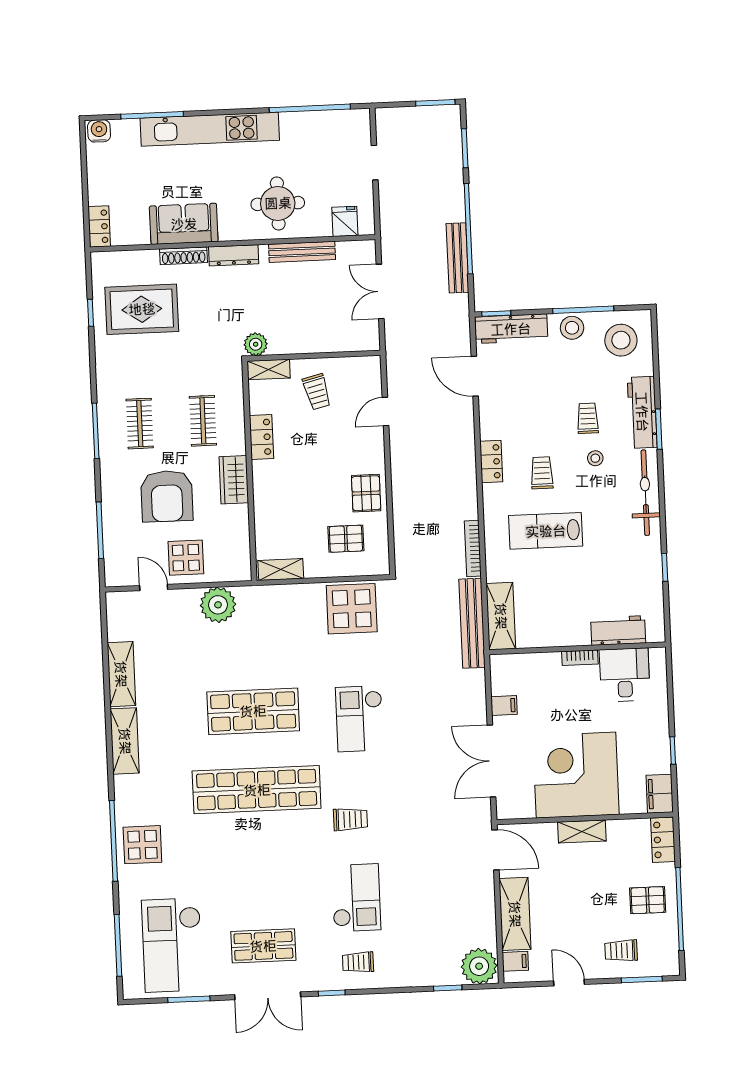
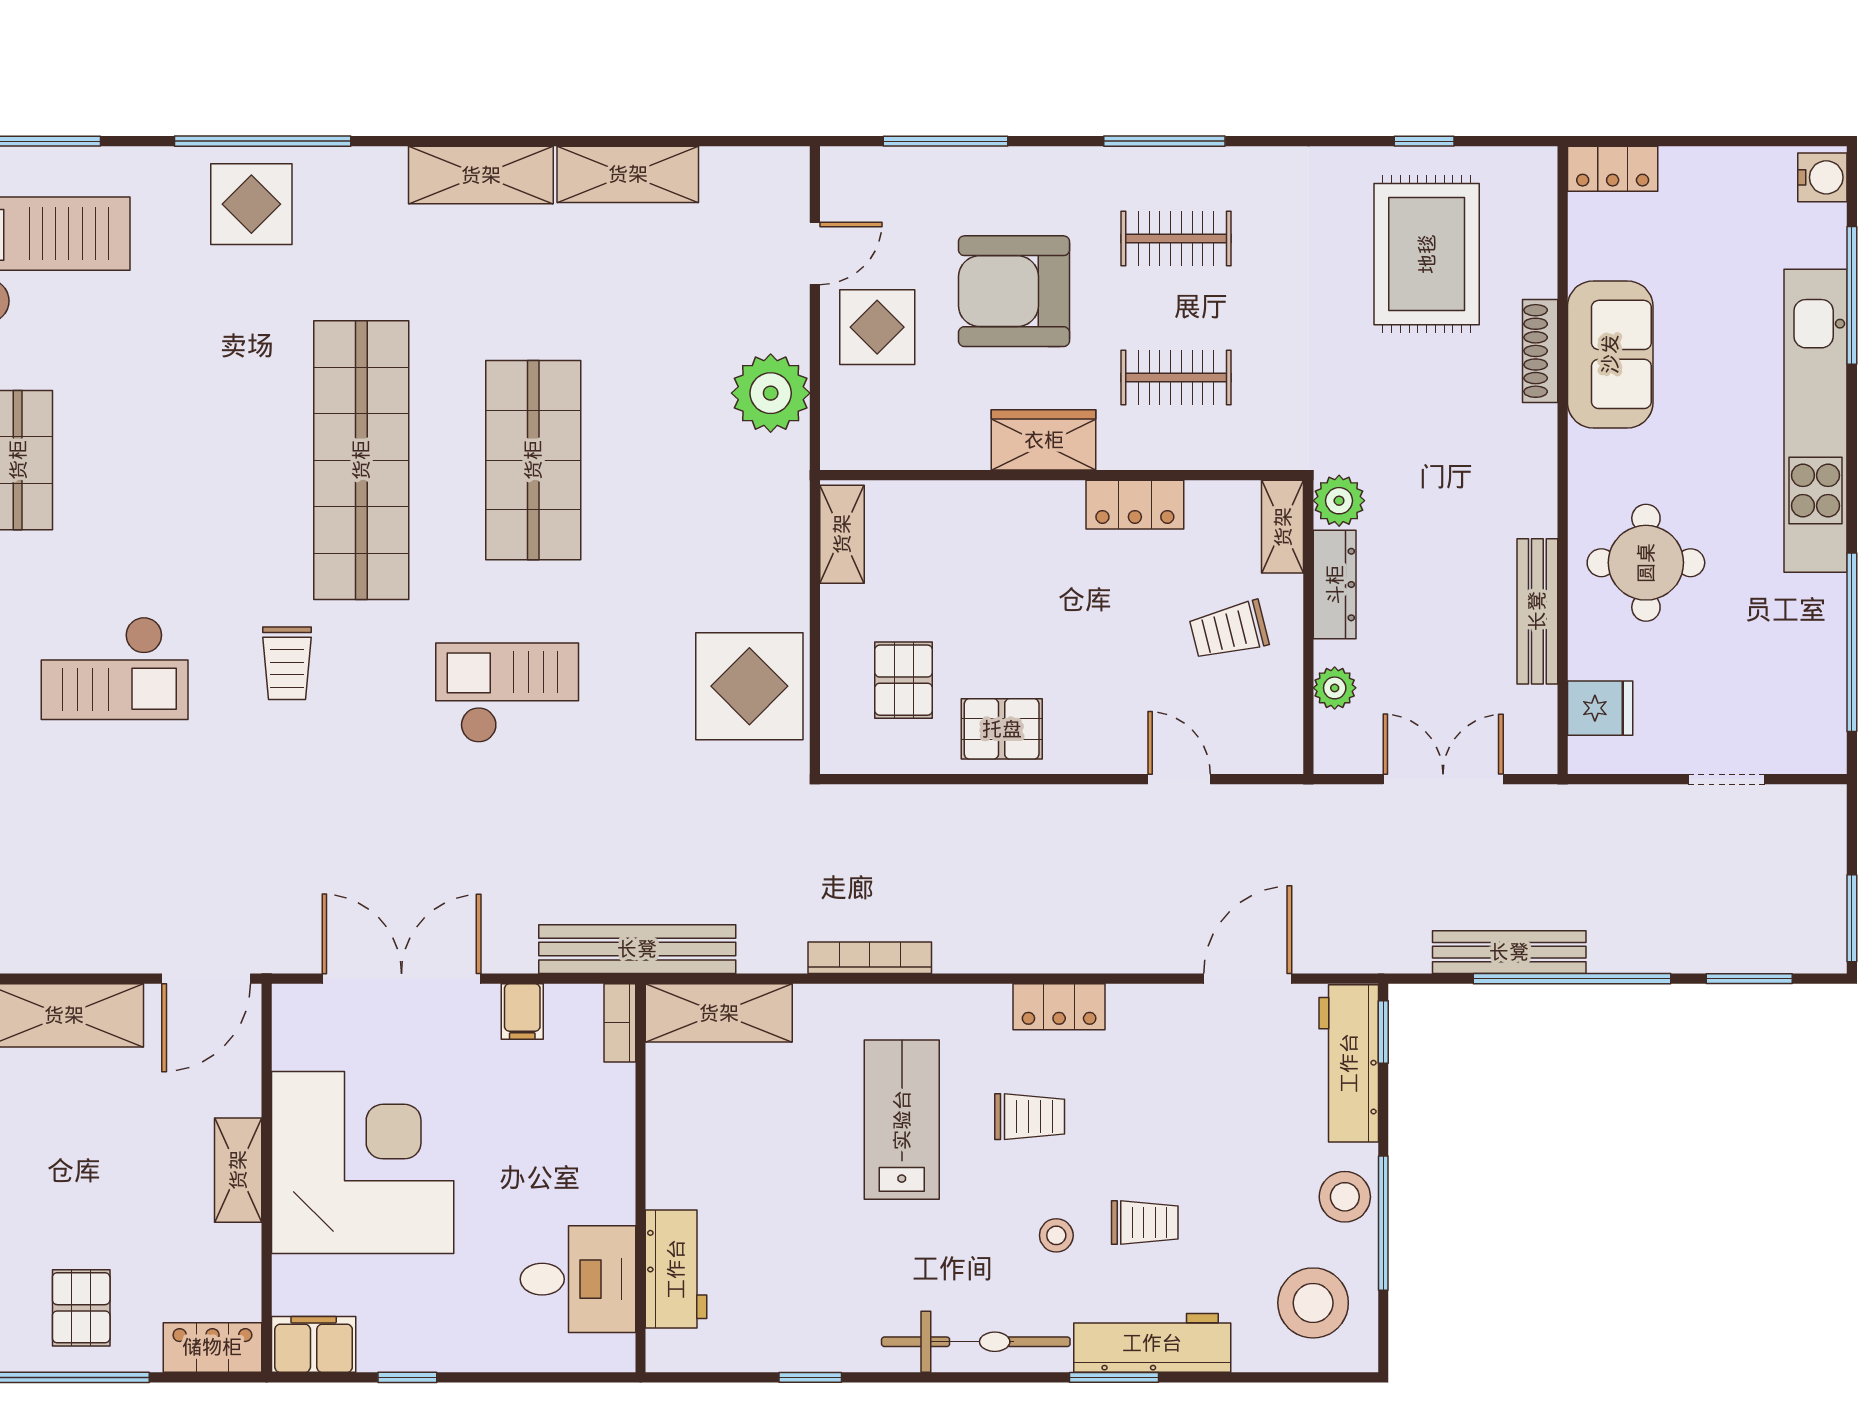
dresser: (234, 255) -> (1335, 585), moved, turned 180
plant: (341, 343) -> (1335, 688), added
bench: (472, 623) -> (637, 949), moved
bookcase: (580, 658) -> (620, 1023), moved

